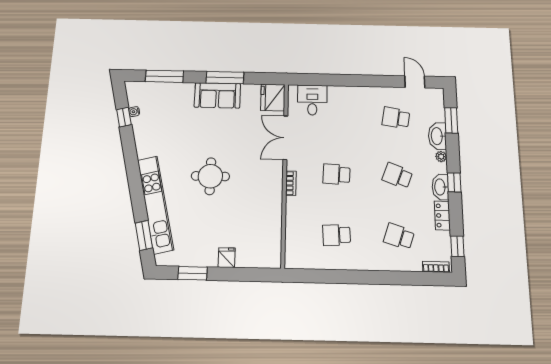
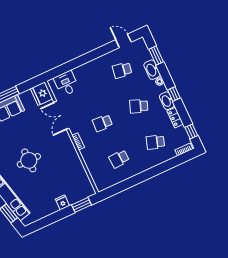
window: (193, 273) -> (82, 205), moved

